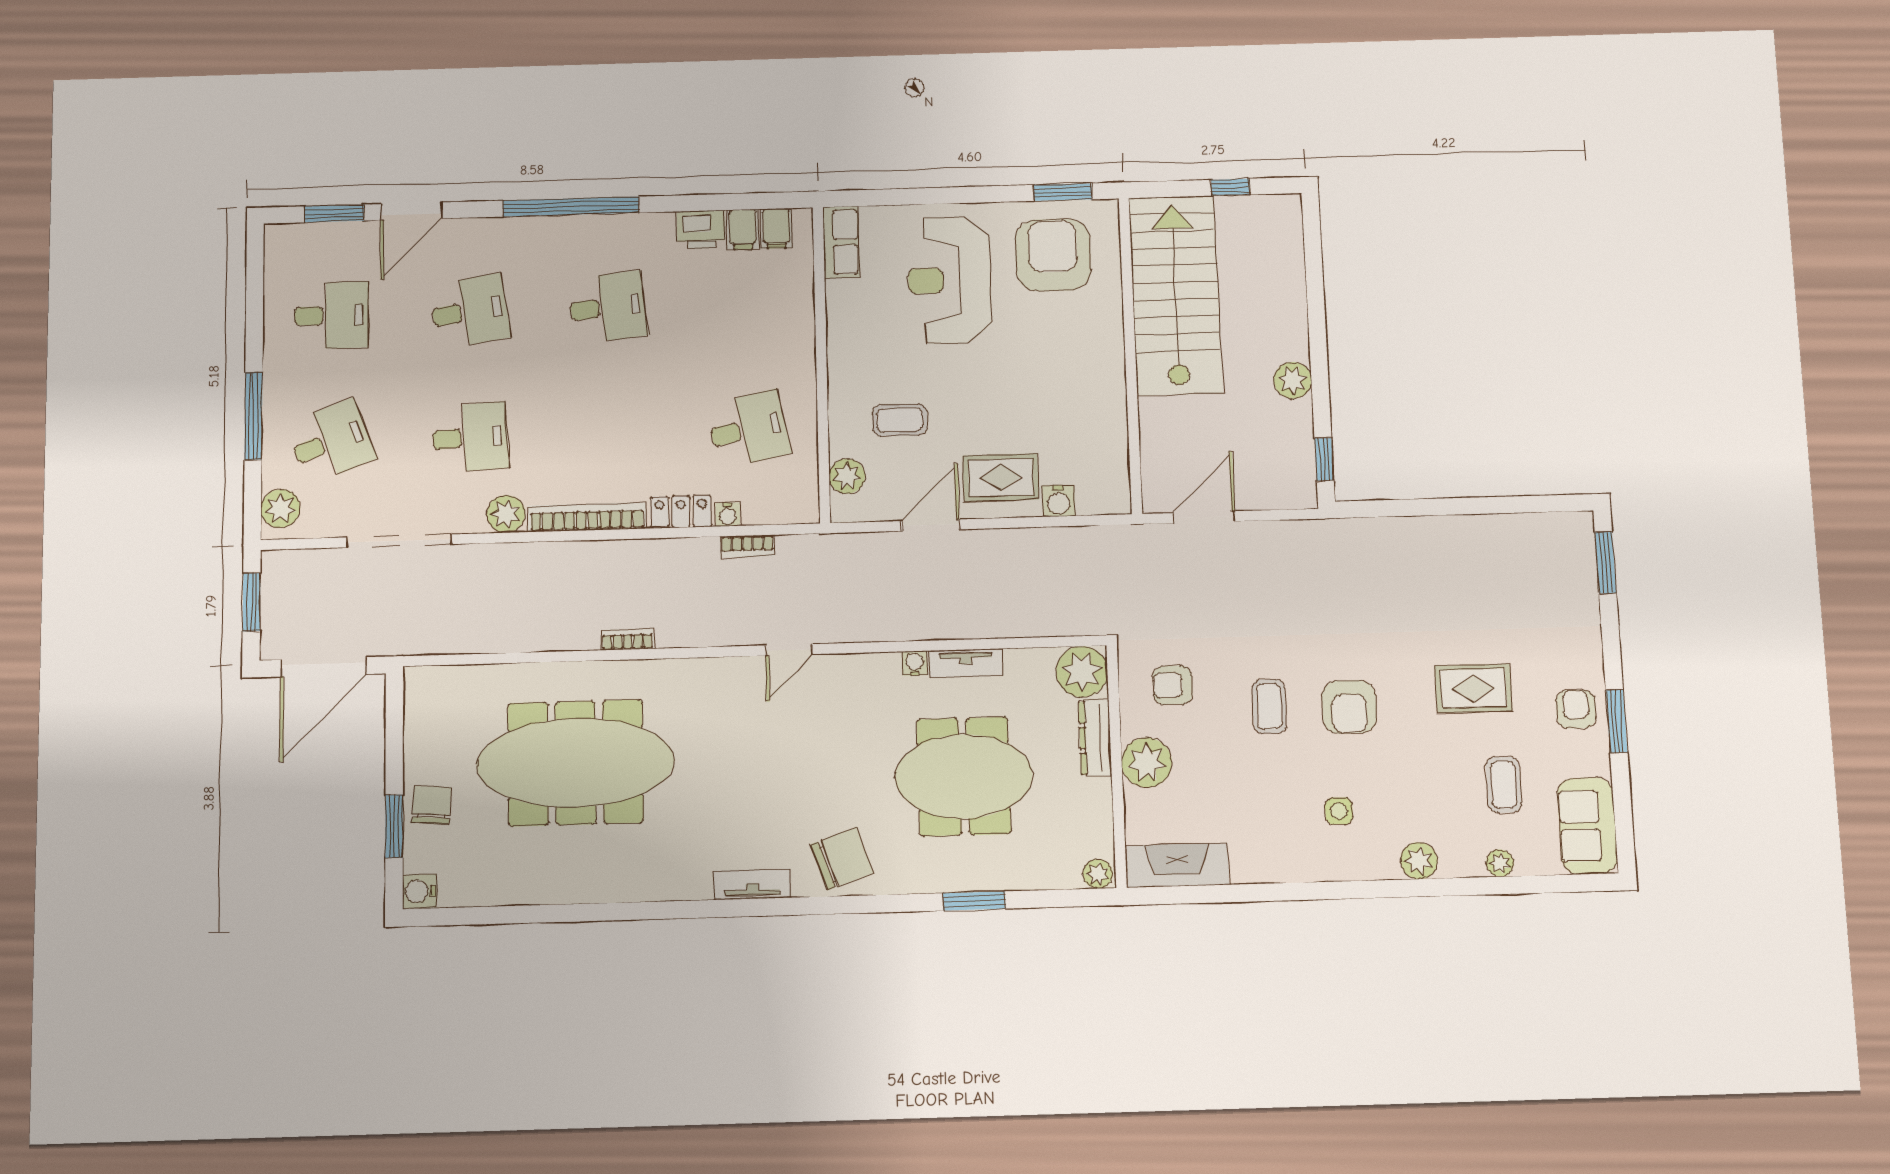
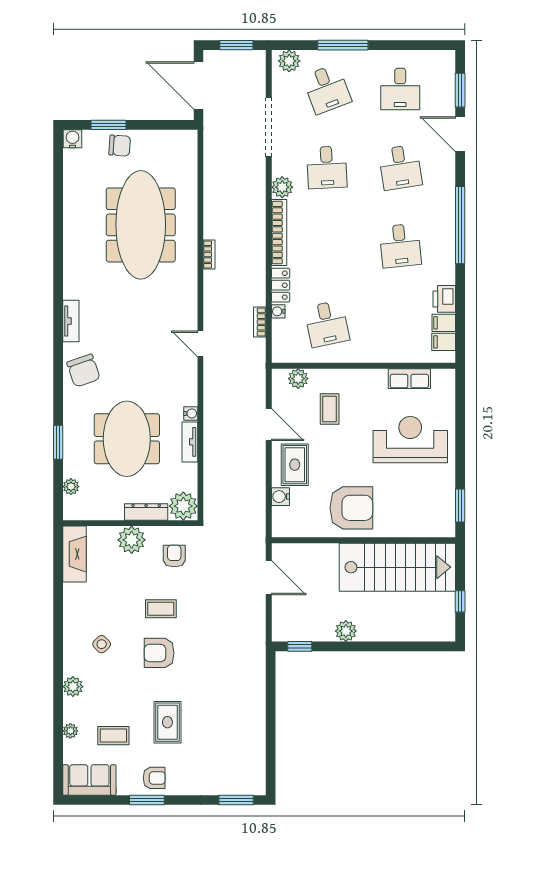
row of seats: (841, 242) -> (409, 379), moved
armchair: (1053, 255) -> (351, 508), moved
side table: (1339, 811) -> (102, 644), turned 45
plant: (1098, 874) -> (71, 487), moved

